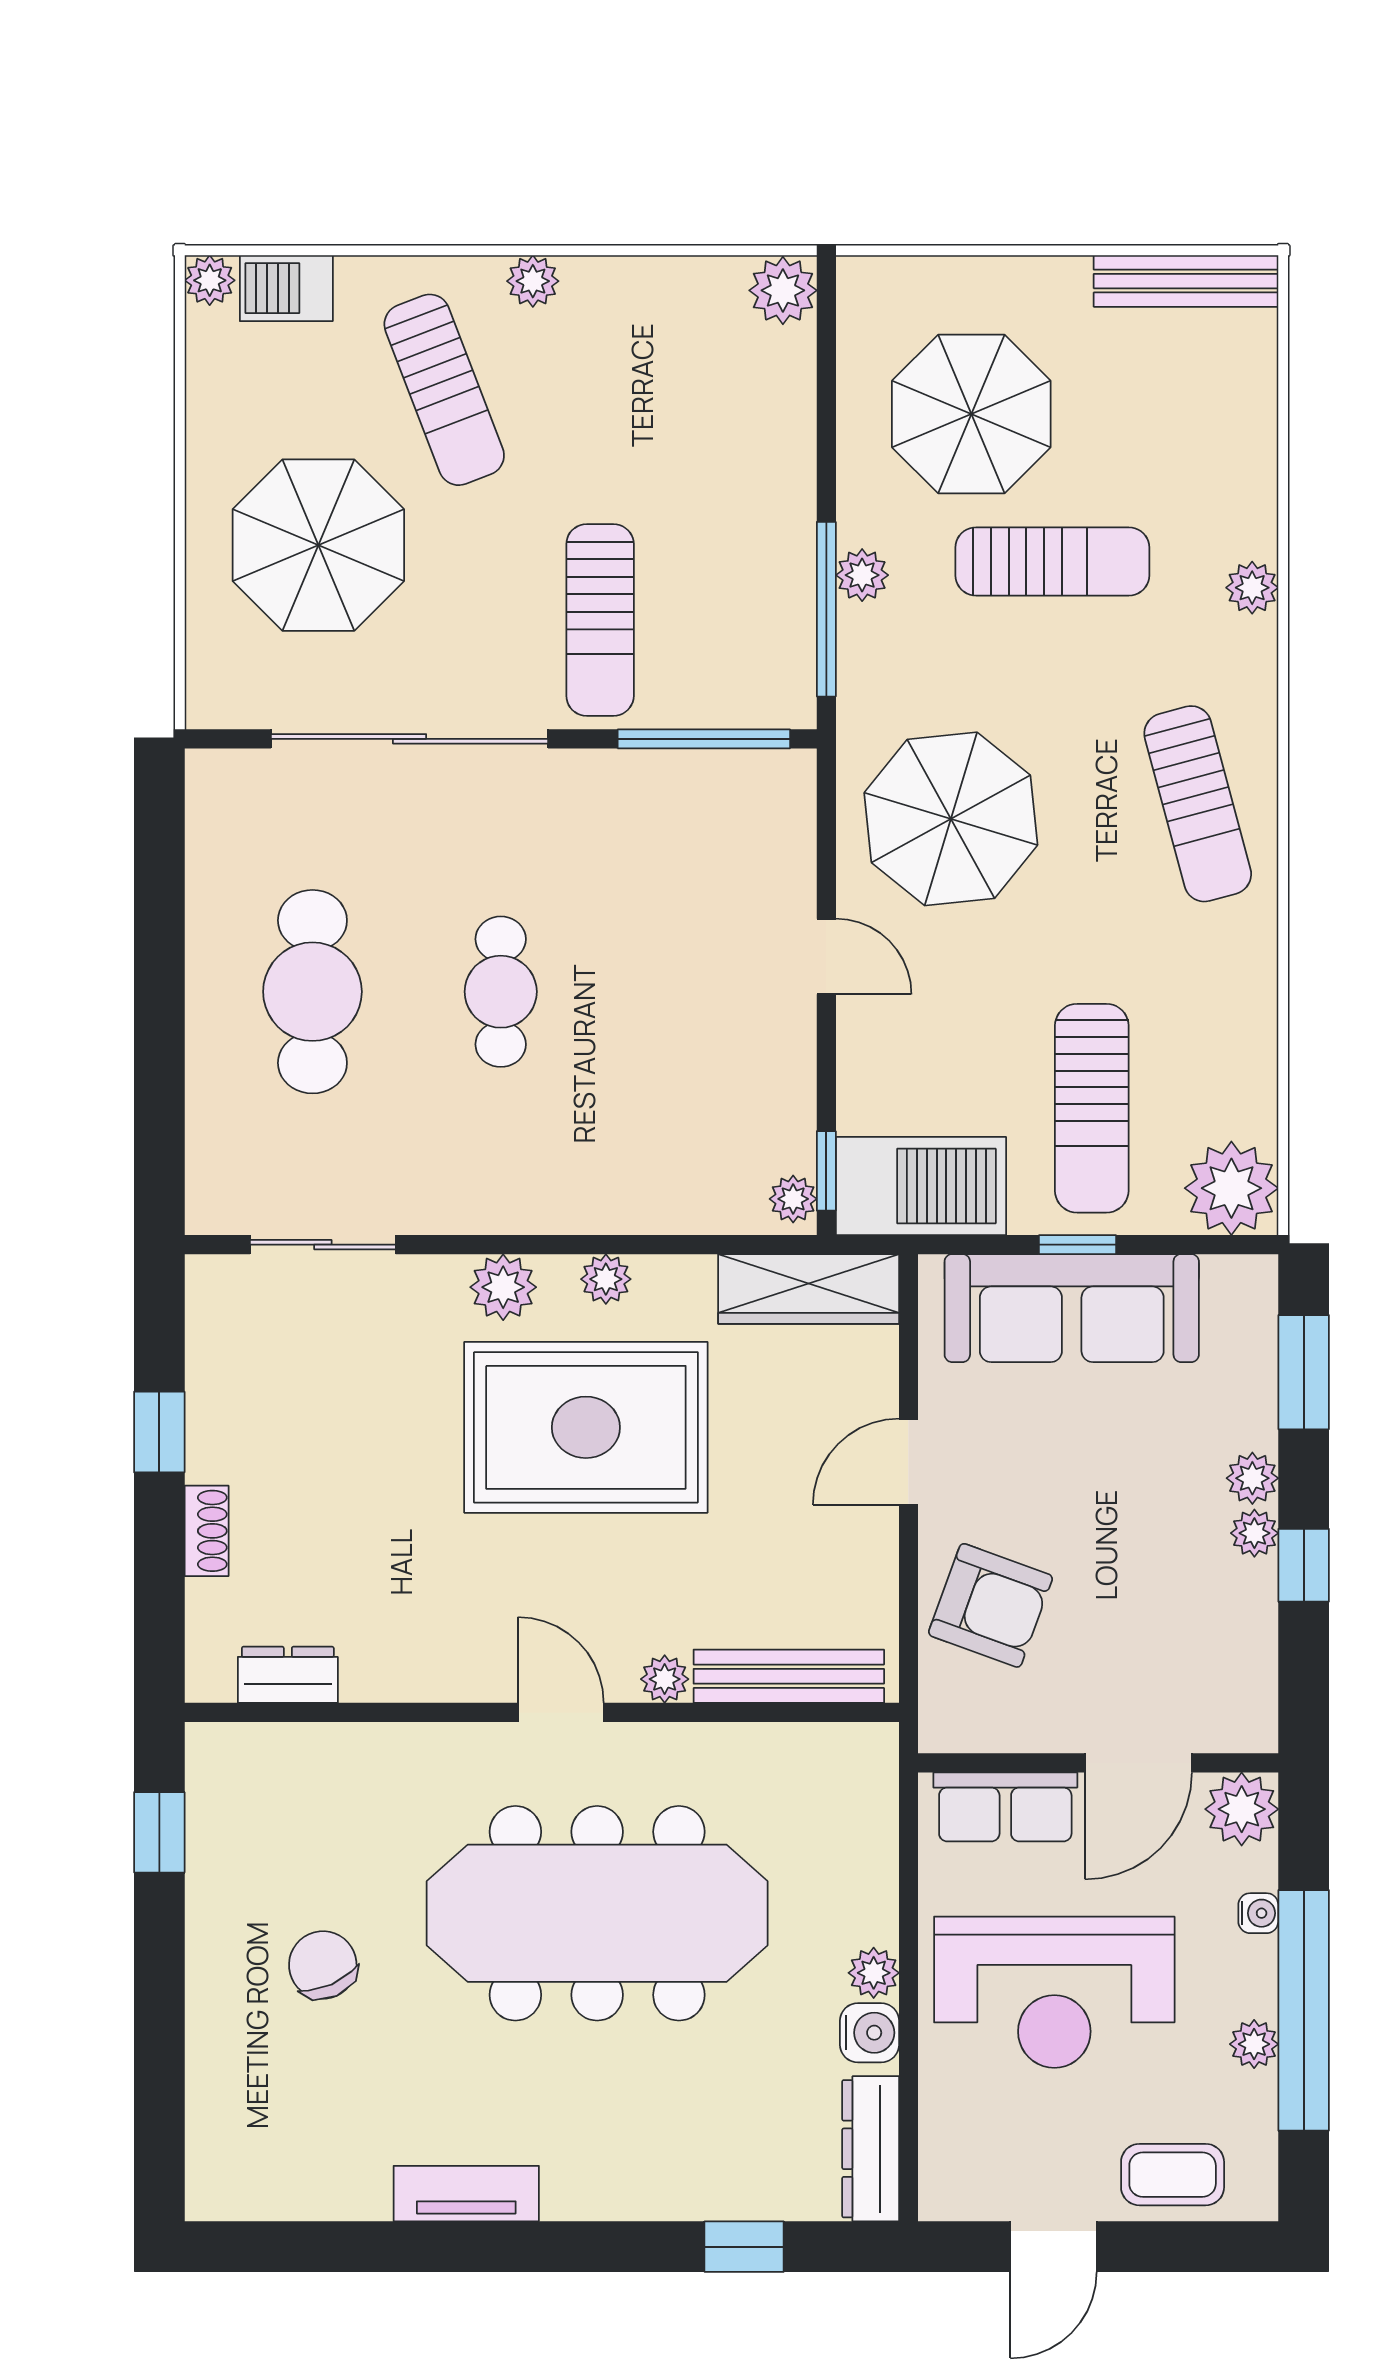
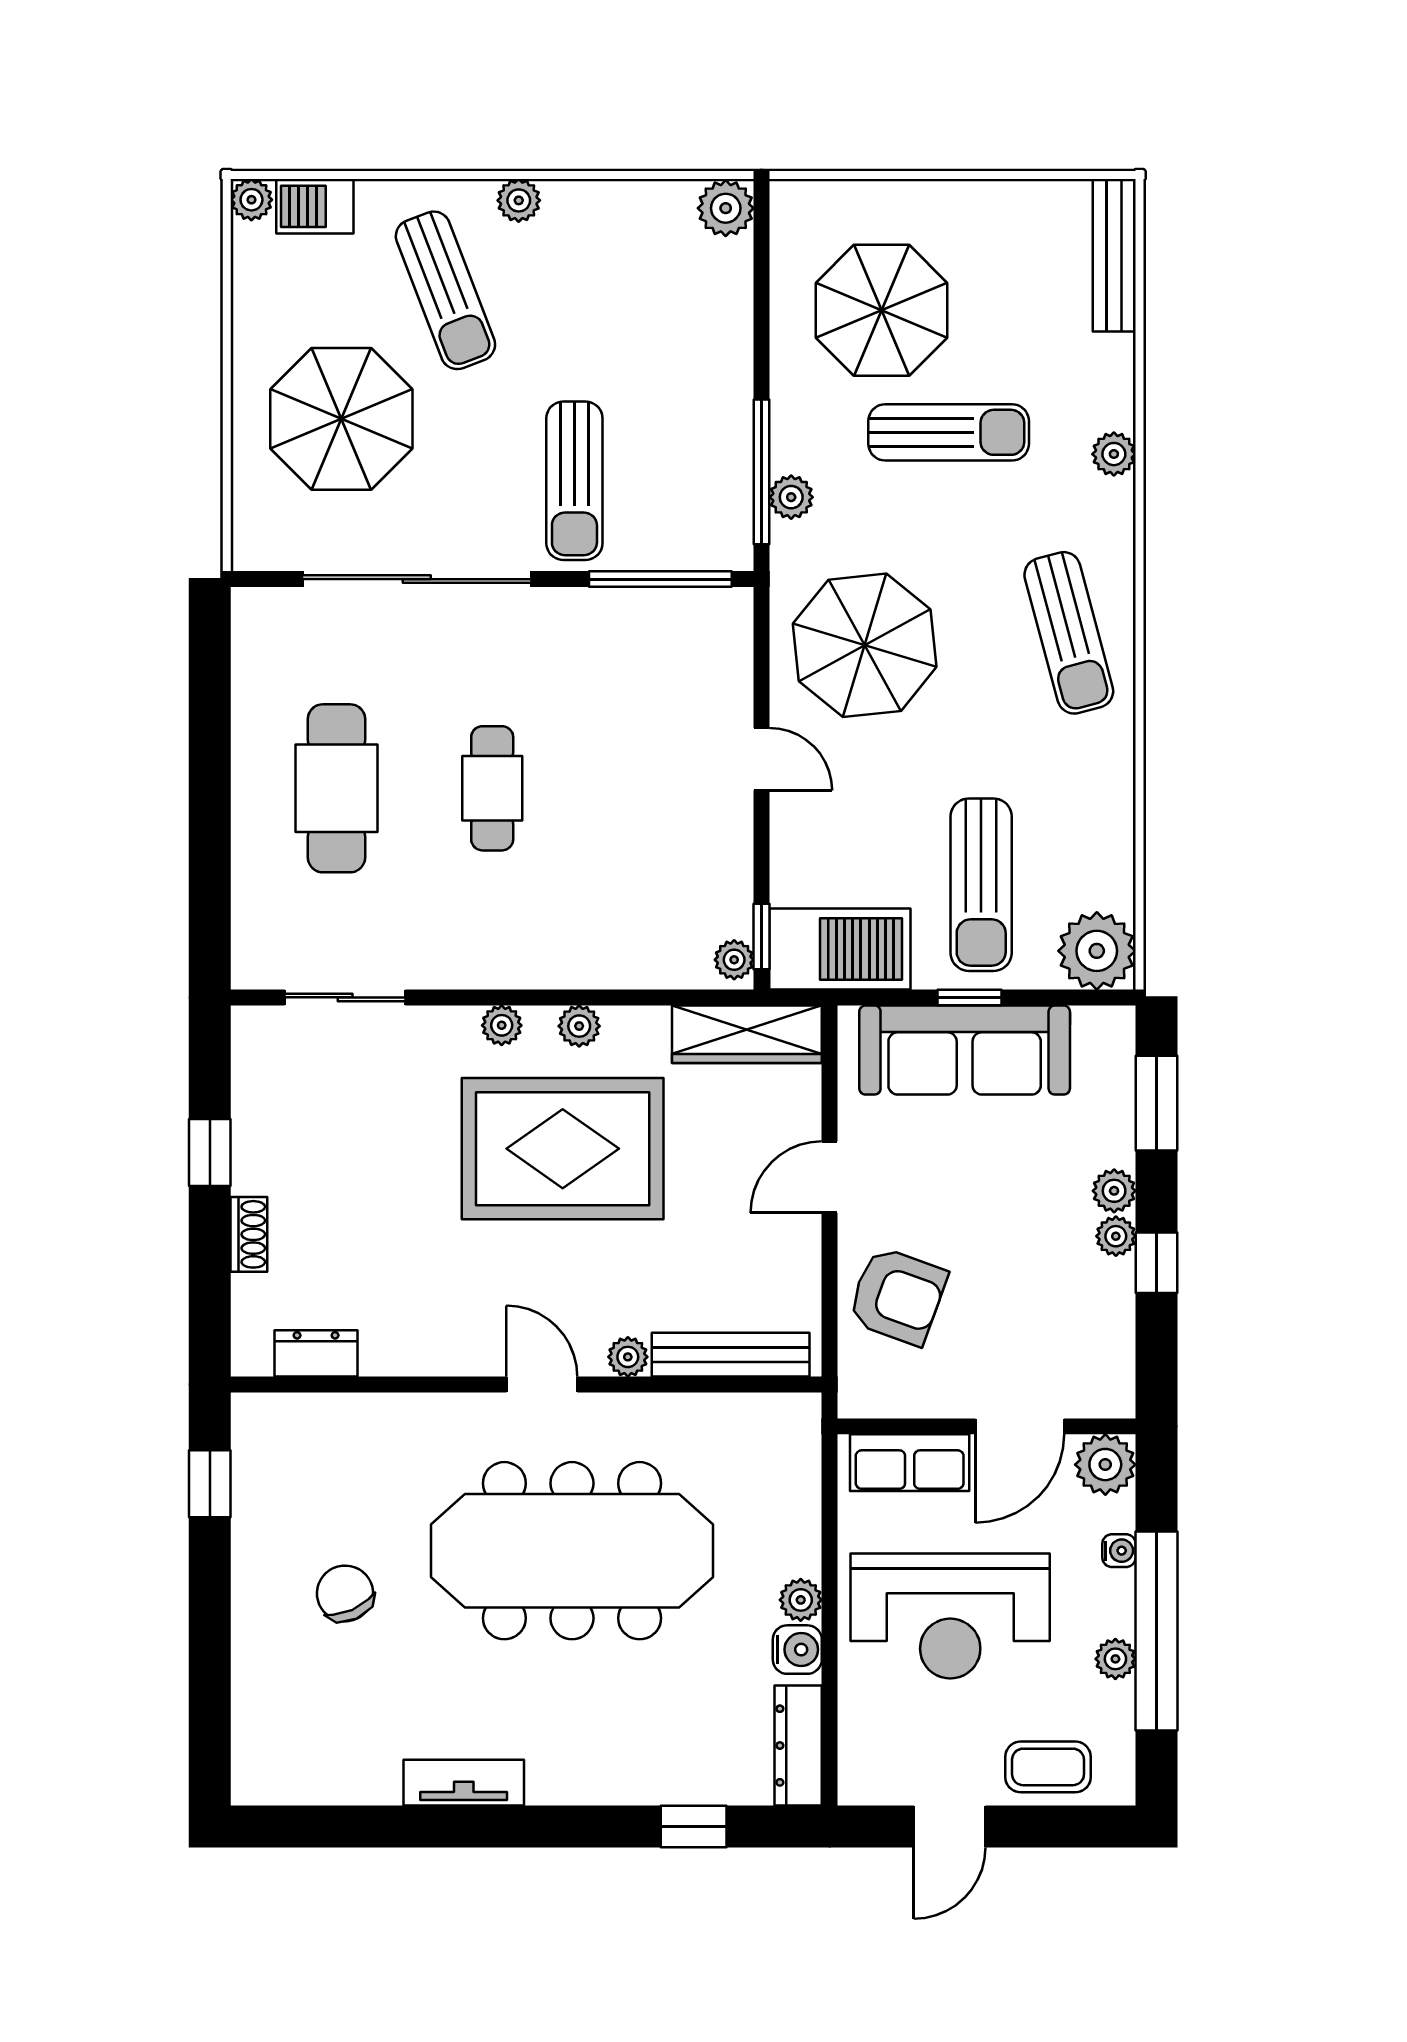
bench: (1186, 281) -> (1114, 255), moved, turned 90
plant: (862, 575) -> (791, 497), moved
plant: (503, 1287) -> (502, 1025), width x0.73, depth x0.73

